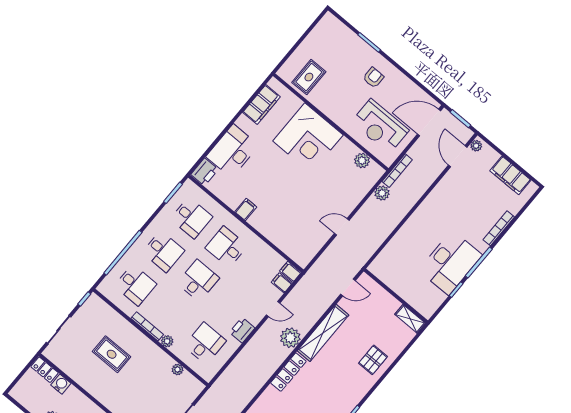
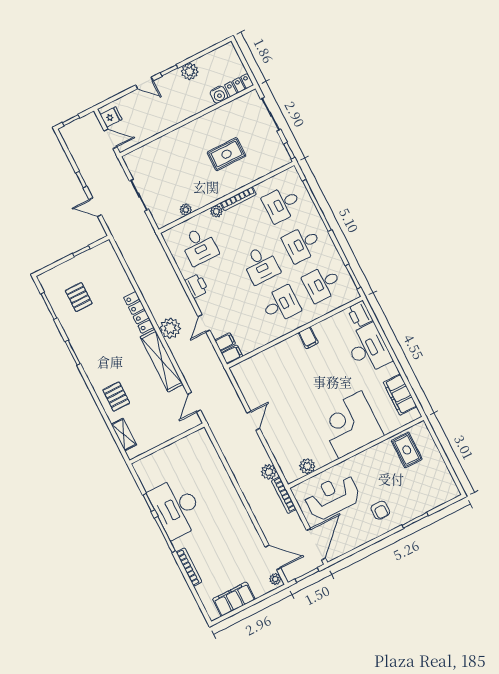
shelving: (410, 319) -> (124, 435), moved, turned 90

